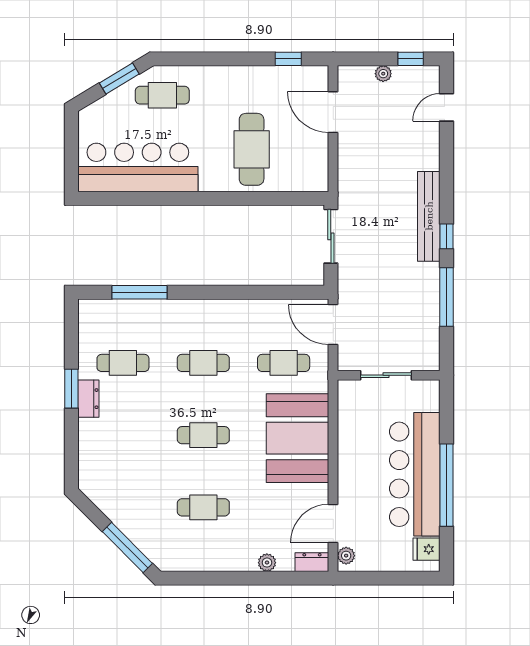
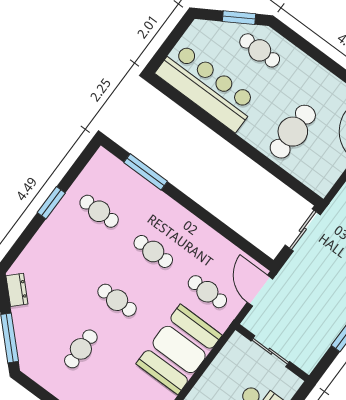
dresser: (88, 399) -> (17, 290), moved, turned -45
cafe table: (203, 507) -> (81, 349), turned 90

